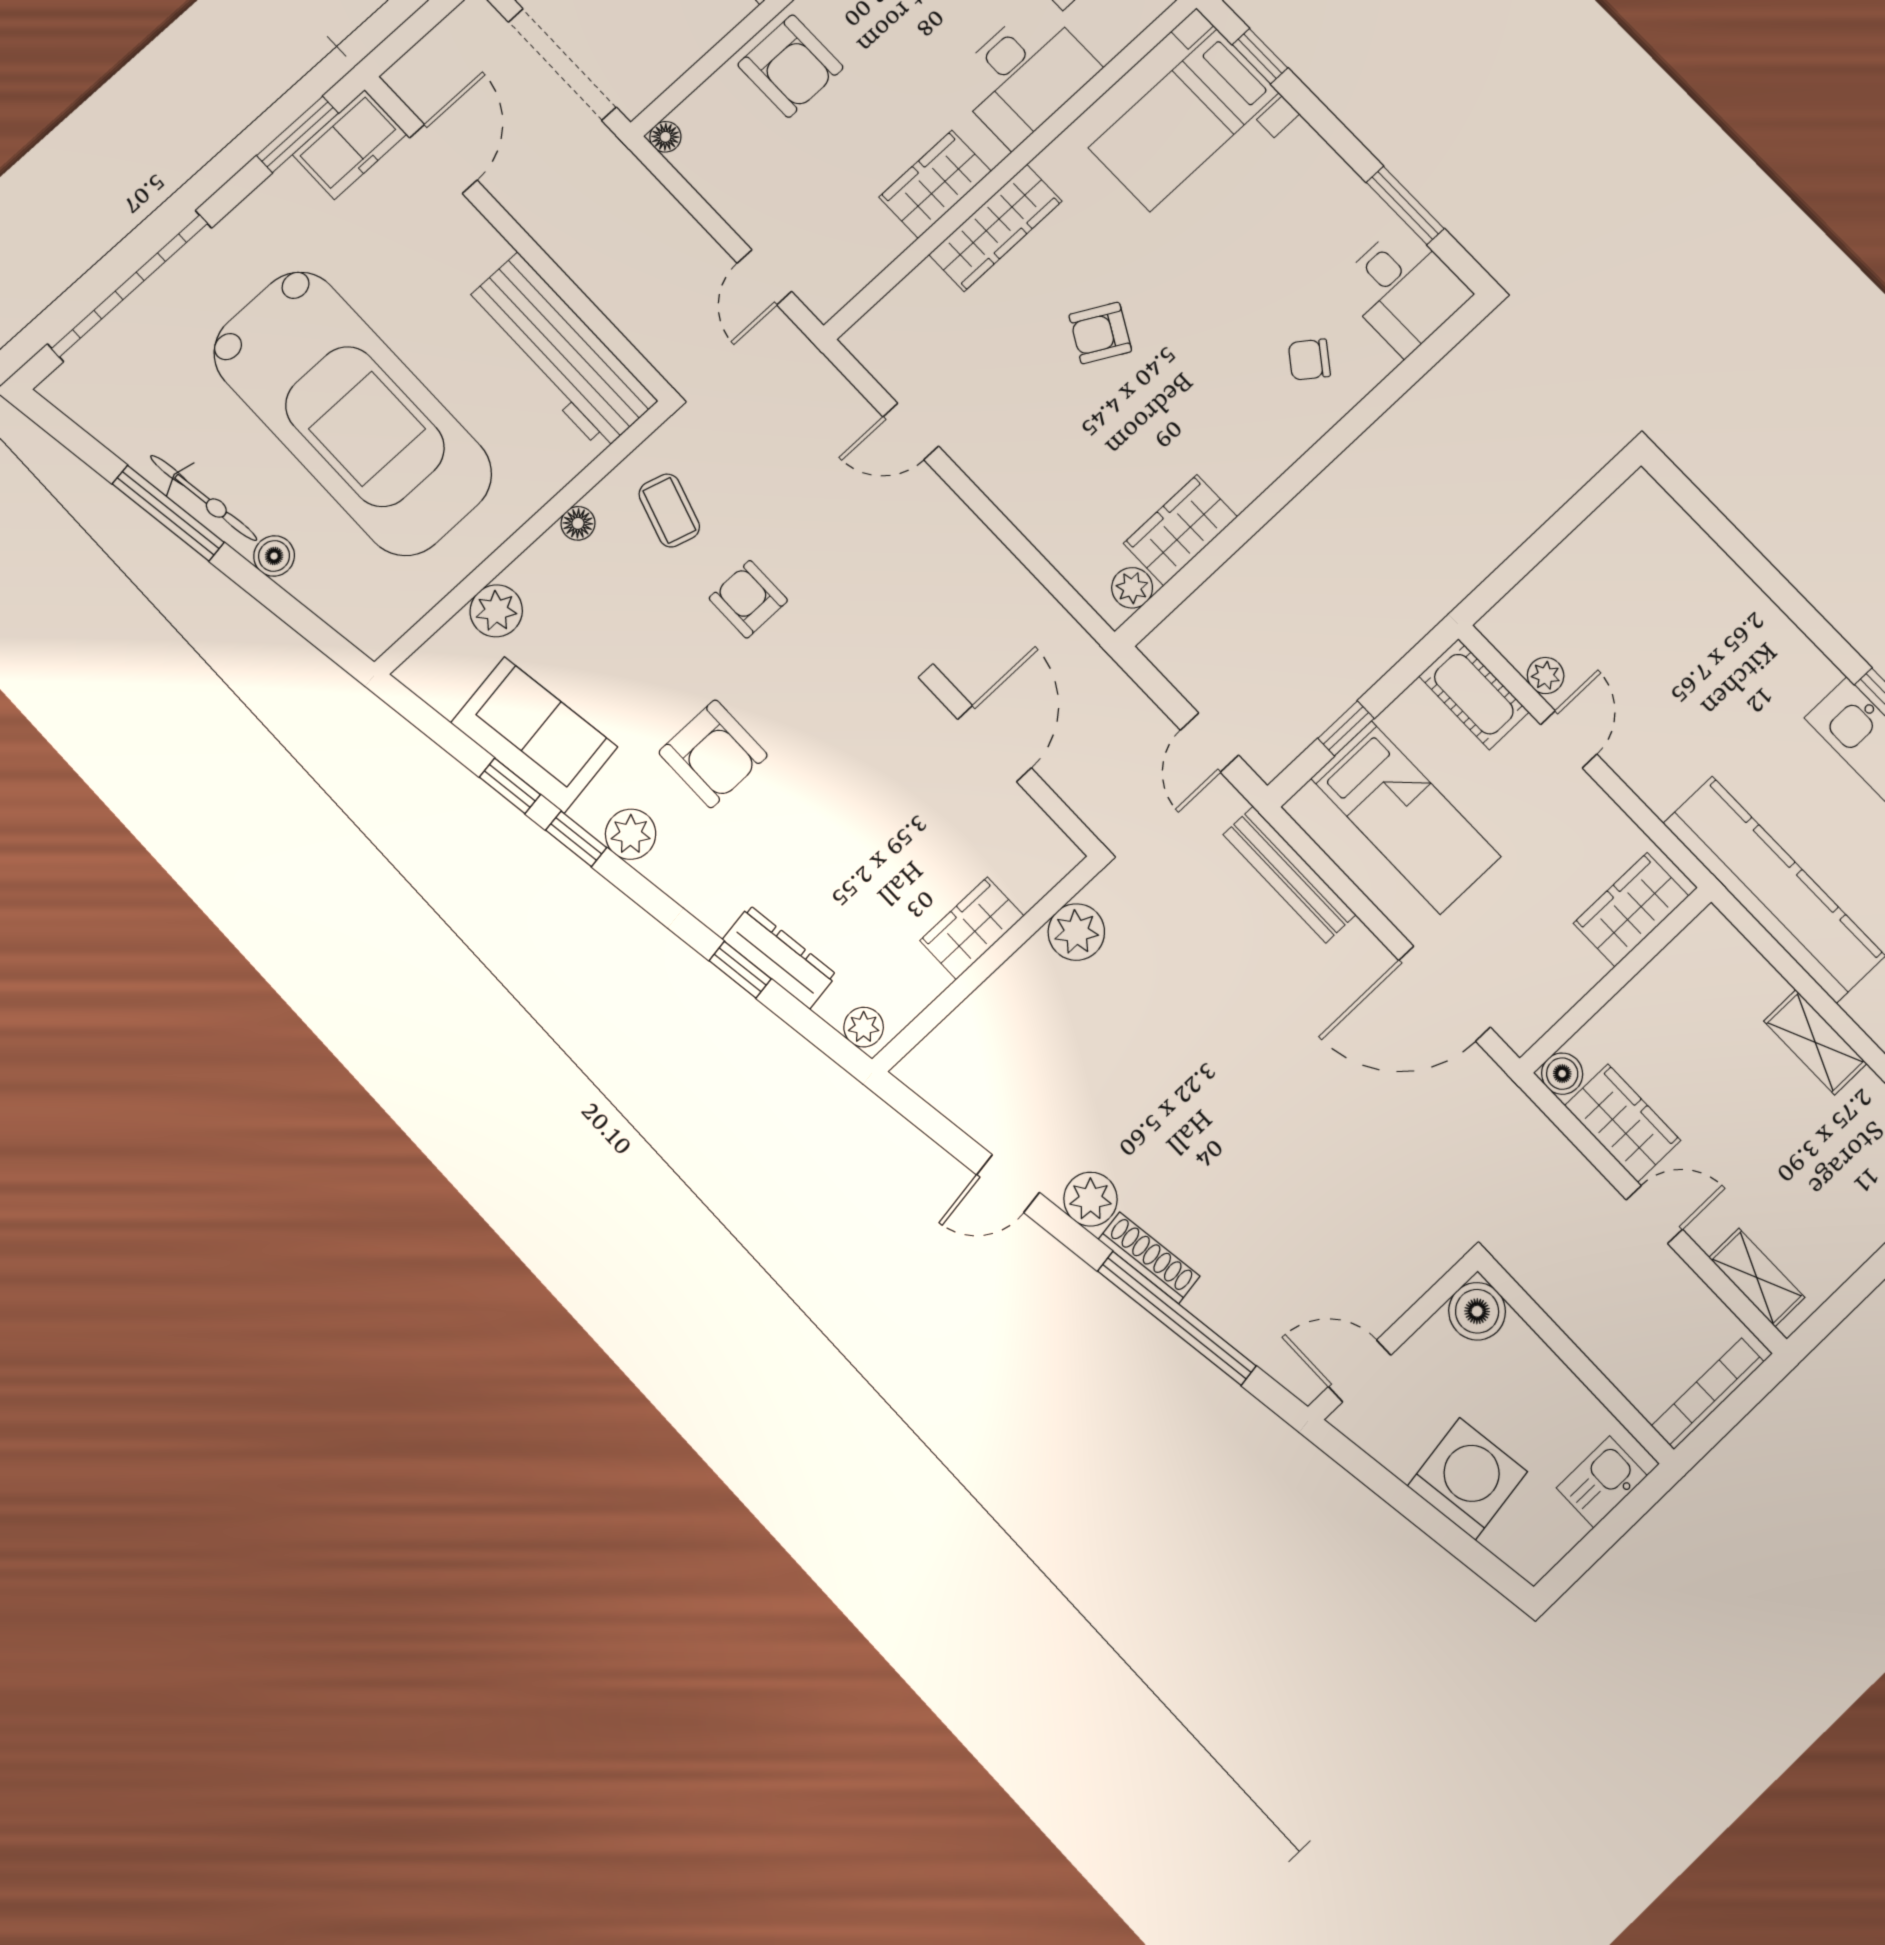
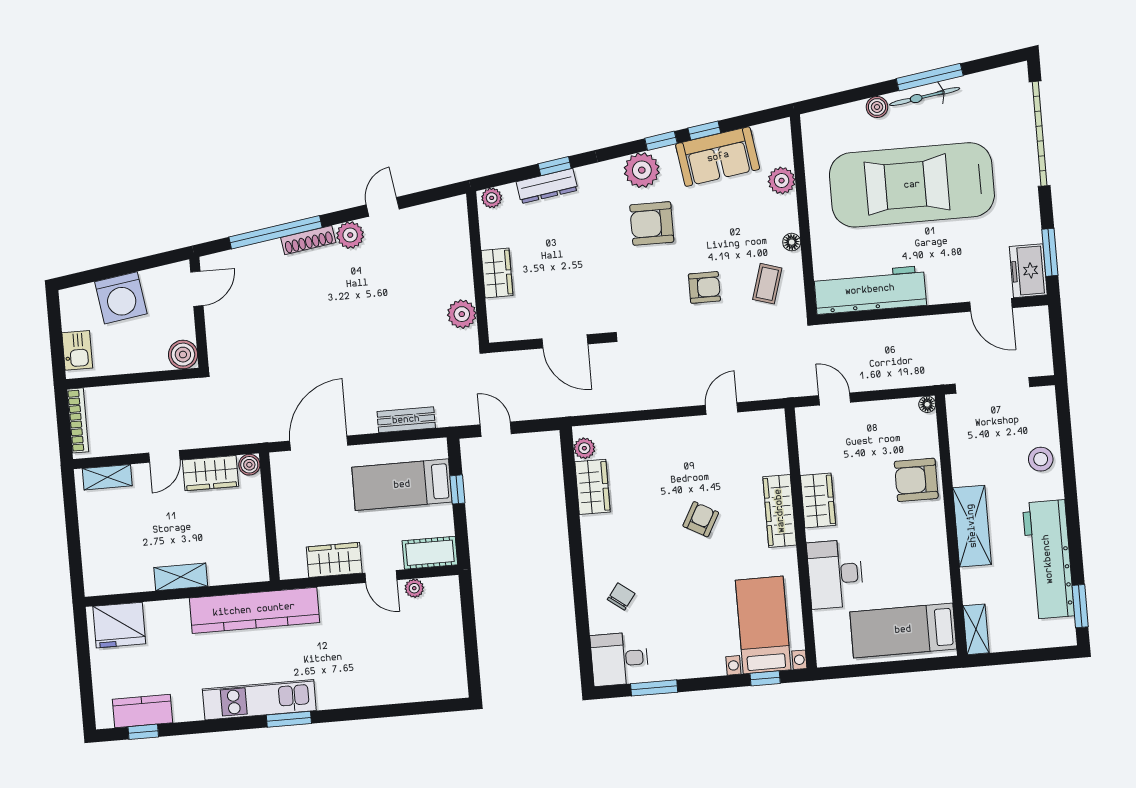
coffee table: (669, 511) -> (767, 284), turned 90
plant: (631, 834) -> (642, 170), width x1.36, depth x1.36
bench: (1289, 875) -> (406, 420), width x0.73
wardrobe: (1631, 910) -> (334, 560), moved, turned -90

